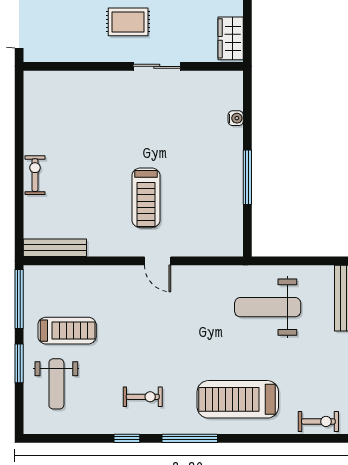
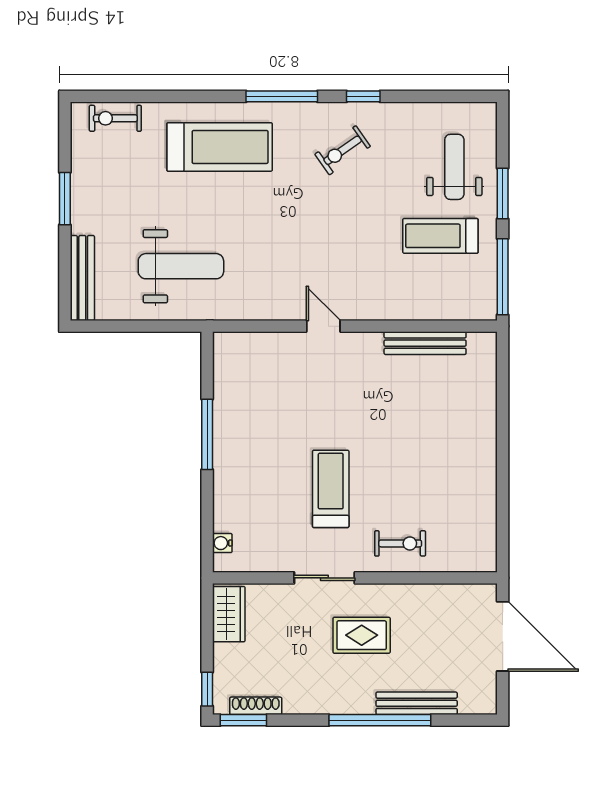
water cooler: (236, 118) -> (222, 543), moved
exercise bike: (35, 175) -> (400, 543), moved, turned -90
treadmill: (146, 198) -> (331, 489), moved
bench: (55, 248) -> (425, 343), moved
exercise bike: (143, 397) -> (343, 150), turned -35

